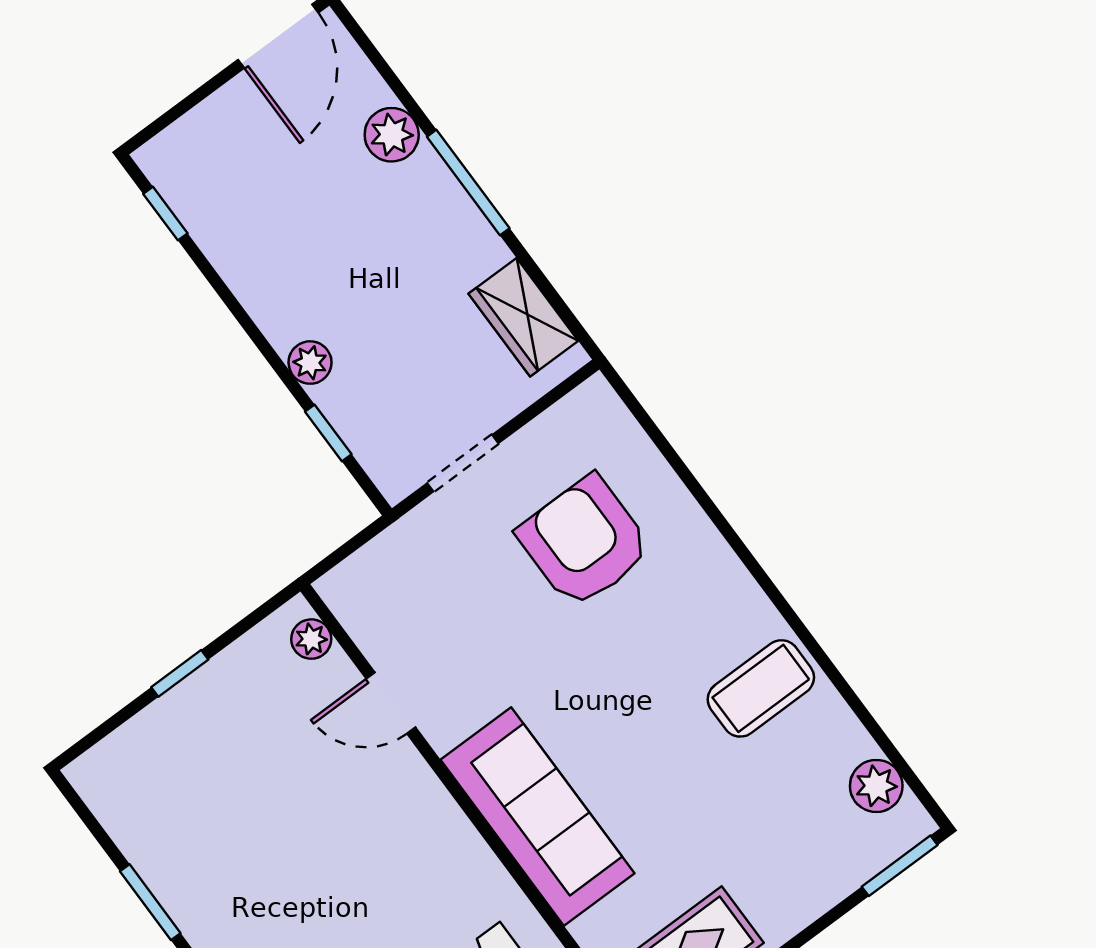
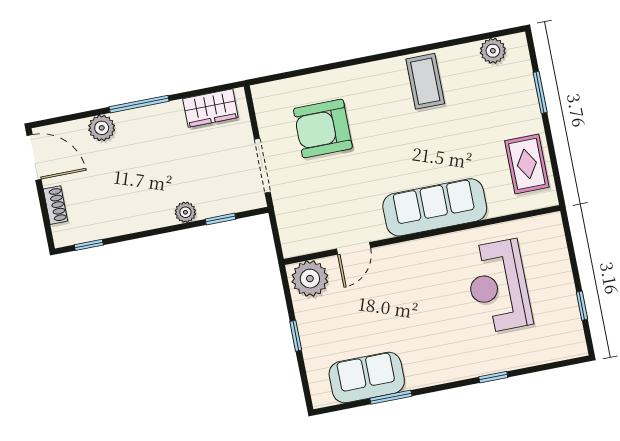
shoe rack: (209, 117) -> (55, 205), added
doorway: (463, 463) -> (262, 166), width x1.38
plant: (311, 639) -> (310, 279), width x1.88, depth x1.88
sofa: (165, 840) -> (367, 377), added
window: (900, 866) -> (540, 92), moved

